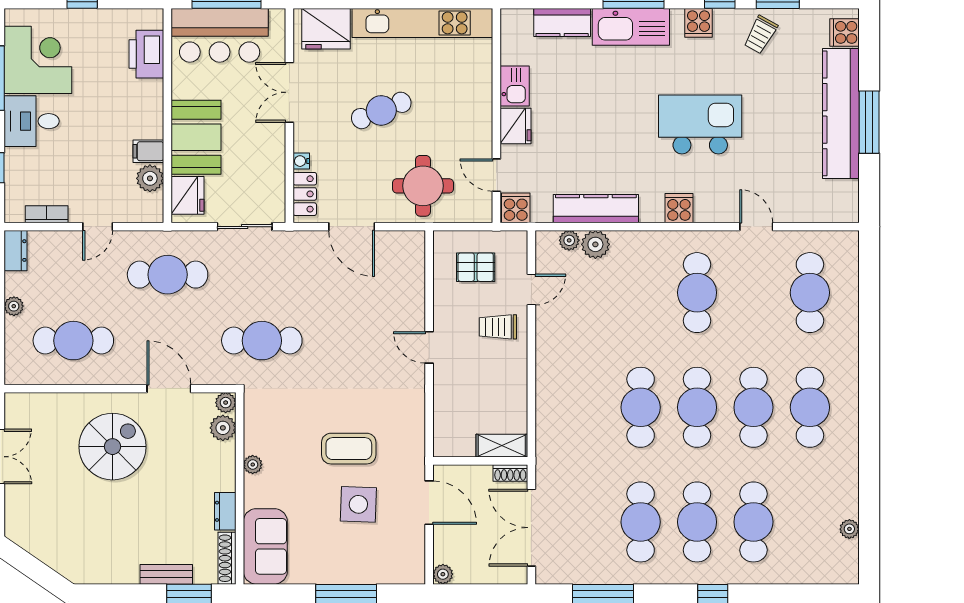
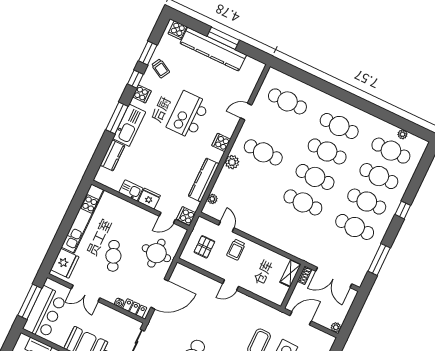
door: (352, 227) -> (159, 294), width x1.36
plant: (595, 244) -> (232, 162), moved
cafe table: (810, 522) -> (391, 151), added

